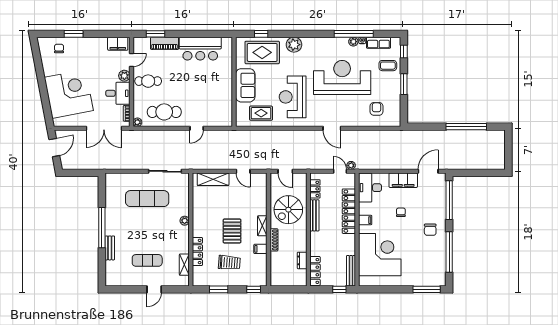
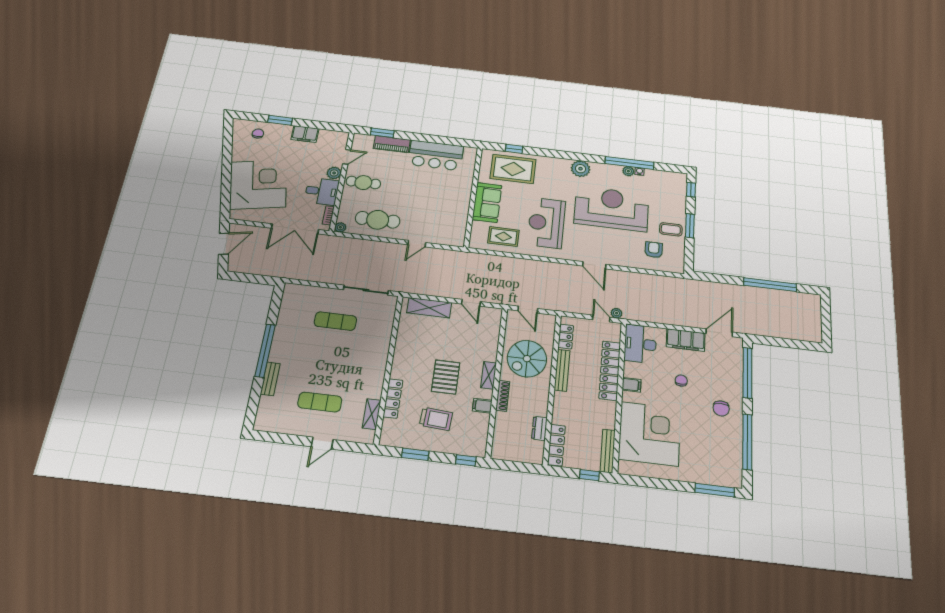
row of seats: (378, 43) -> (660, 176), removed
filing cabinet: (118, 44) -> (305, 134), moved
plant: (294, 45) -> (581, 169), moved
coffee table: (388, 66) -> (671, 229), moved
exercise mat: (147, 199) -> (335, 321), width x0.73, depth x0.69
plant: (185, 221) -> (382, 356), removed

